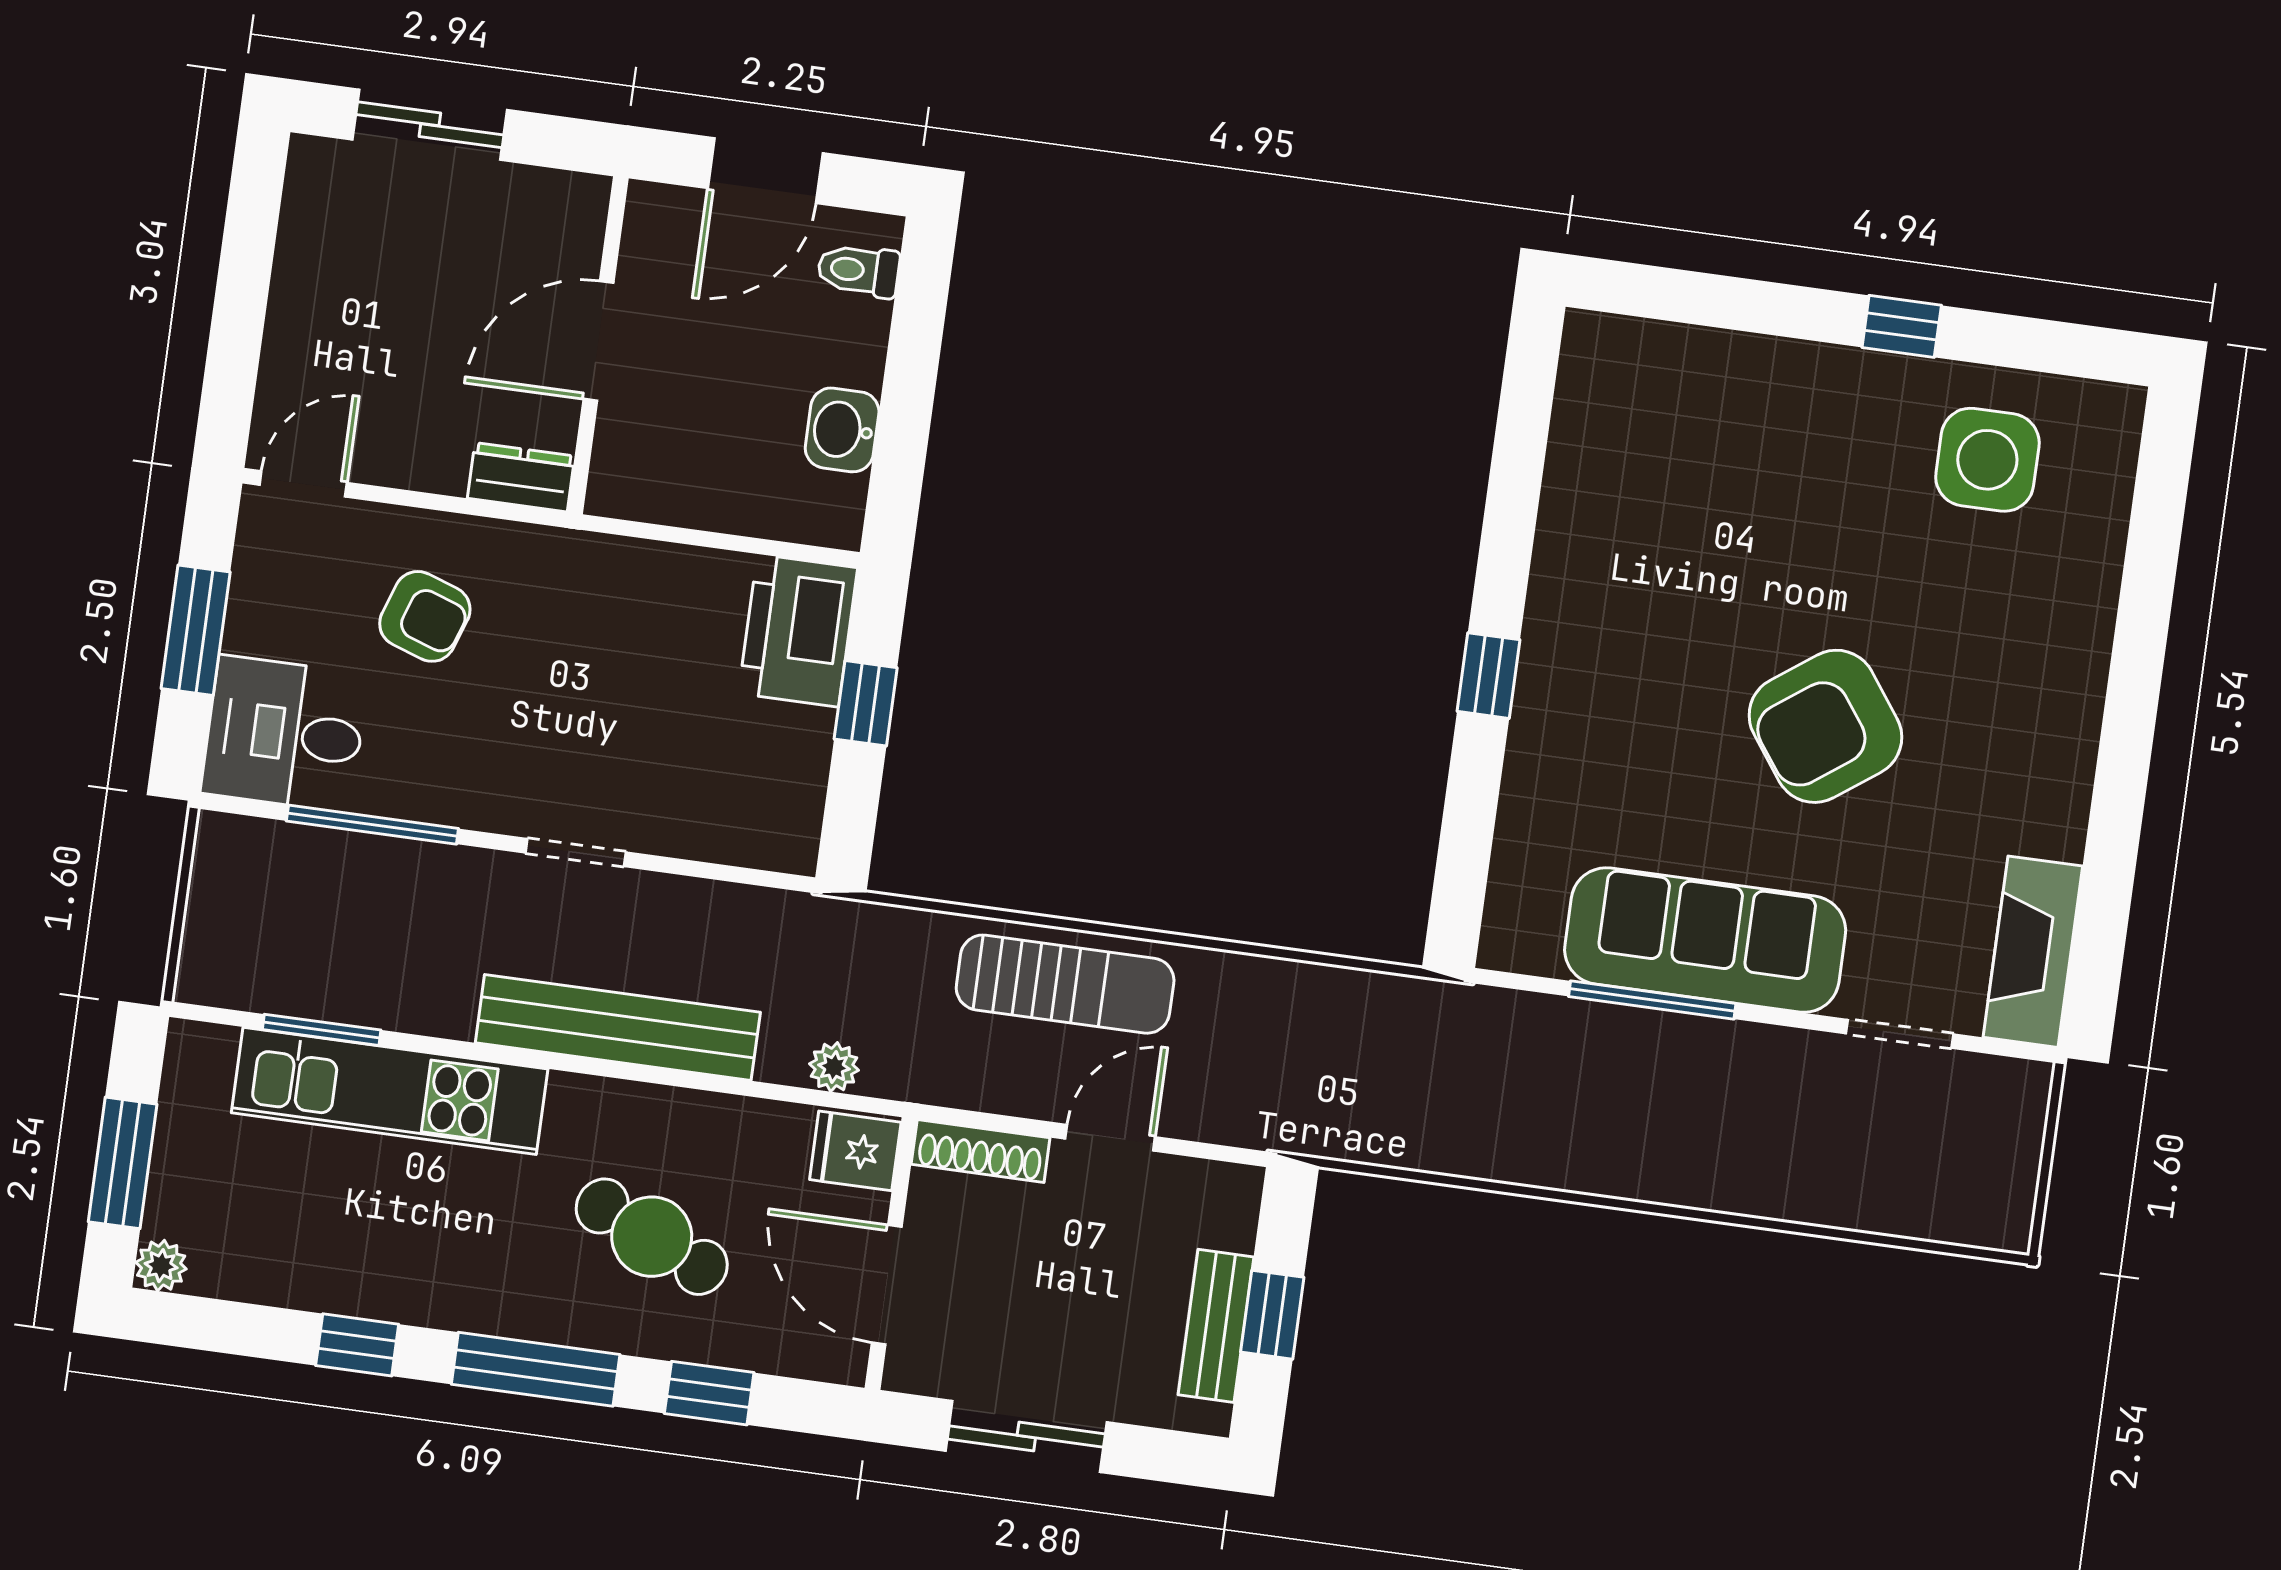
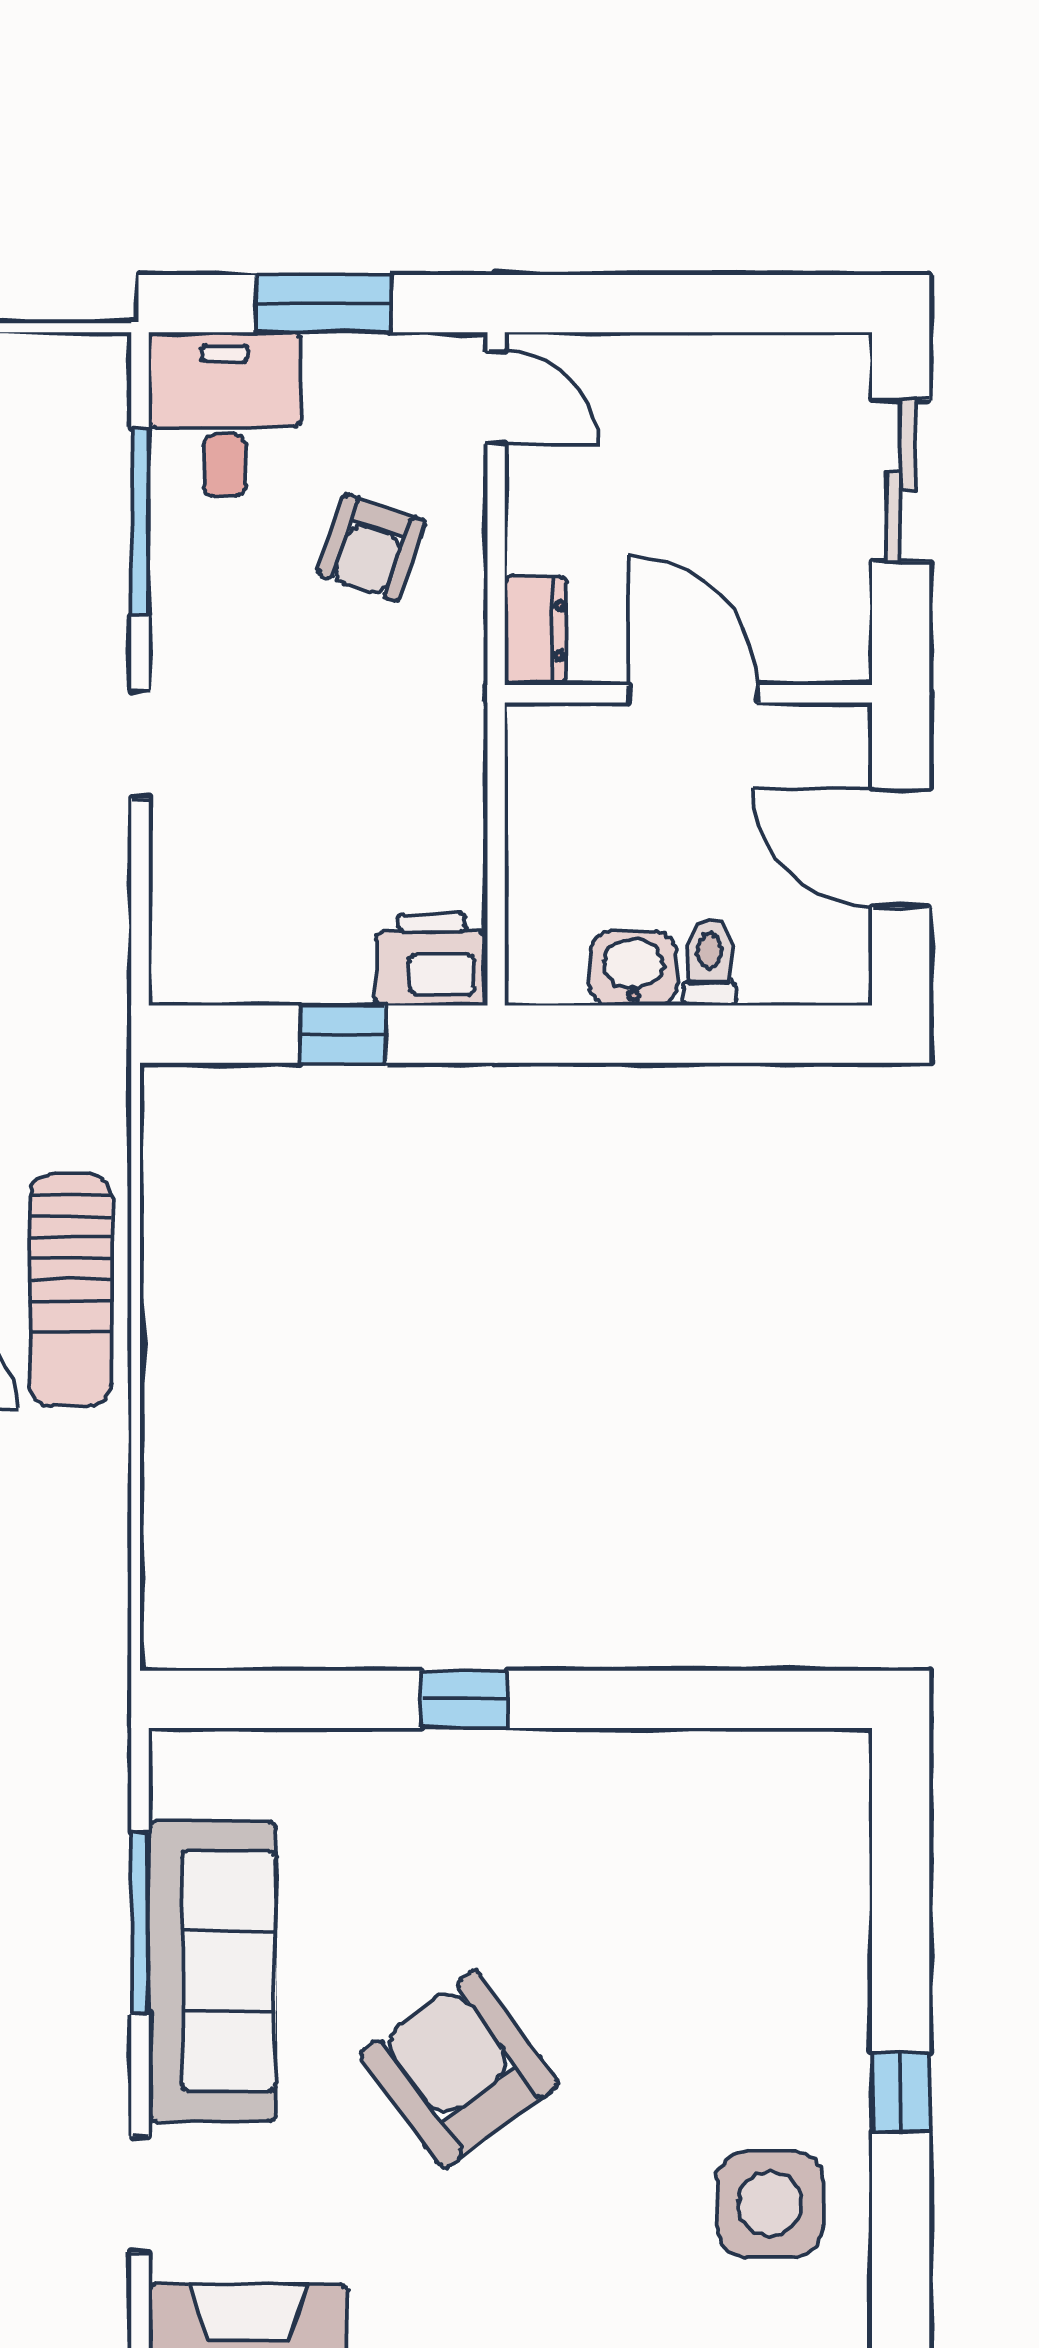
toilet: (858, 270) -> (709, 963), moved
printer: (798, 631) -> (432, 960), width x0.73, depth x0.84

